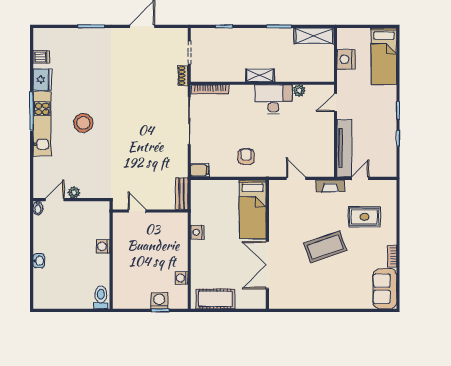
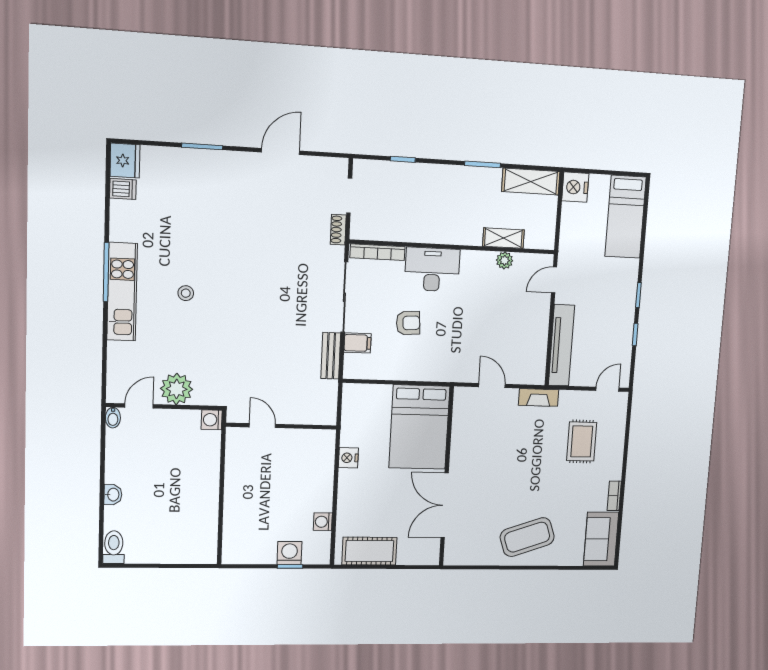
nightstand: (346, 59) -> (575, 187), moved
shelving: (260, 75) -> (503, 238), moved
fridge: (42, 80) -> (125, 161), moved
desk: (273, 99) -> (432, 269), moved
stool: (83, 123) -> (186, 293), width x0.53, depth x0.53
armchair: (246, 157) -> (408, 323), moved, turned 86
filing cabinet: (200, 170) -> (358, 343), moved
door: (360, 178) -> (607, 389), moved
plant: (74, 192) -> (177, 389), width x1.87, depth x1.87
bench: (182, 194) -> (331, 356), moved
bed: (253, 209) -> (419, 427), width x1.50
rug: (364, 217) -> (582, 442), turned 90
washing machine: (103, 246) -> (212, 420), moved
coffee table: (325, 247) -> (527, 537), moved
toilet: (101, 297) -> (114, 547), moved

